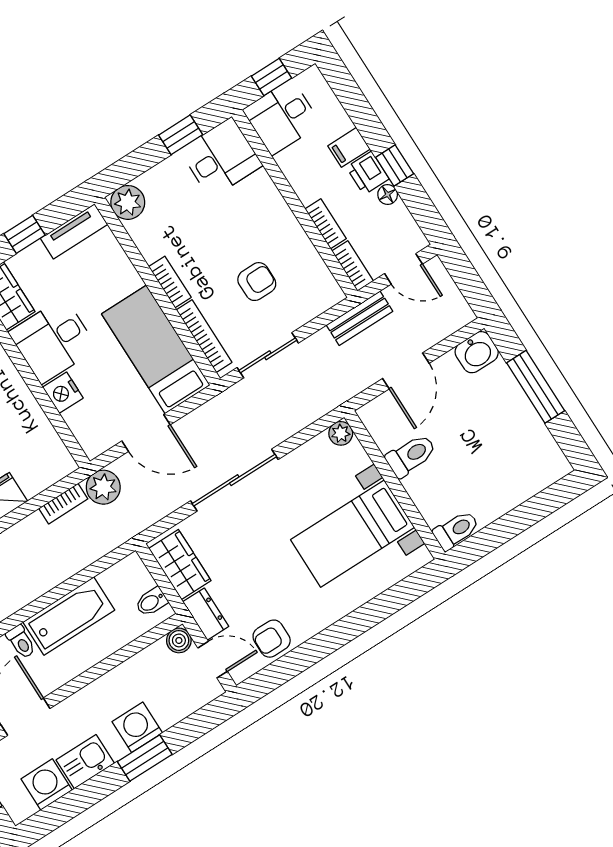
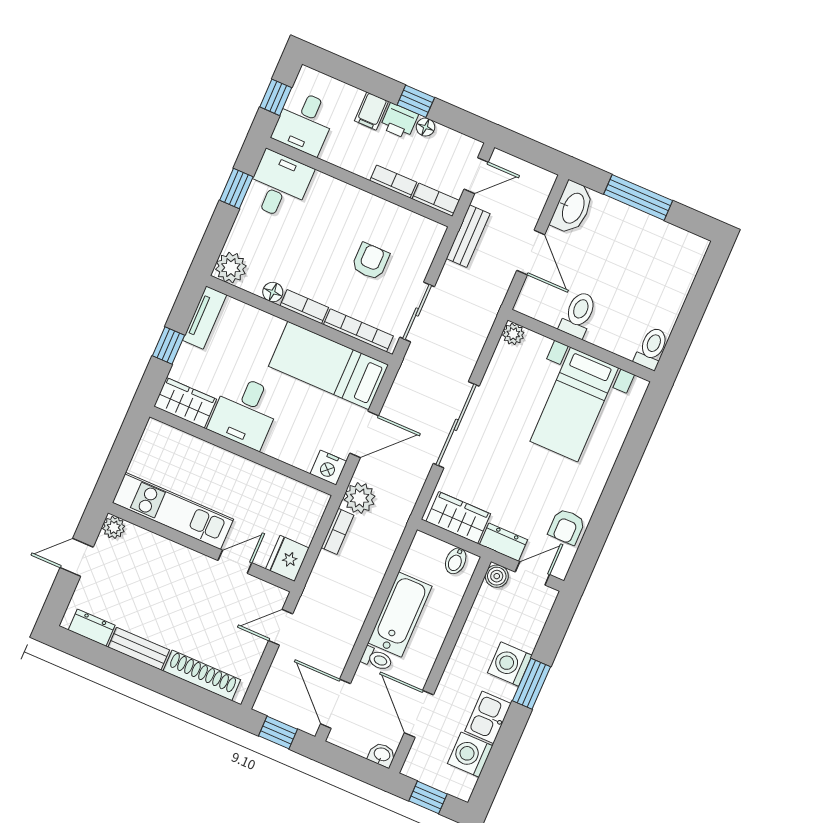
floor lamp: (150, 250) -> (273, 292), added
washbasin: (477, 352) -> (572, 208), width x1.38
nightstand: (63, 393) -> (328, 468), moved

